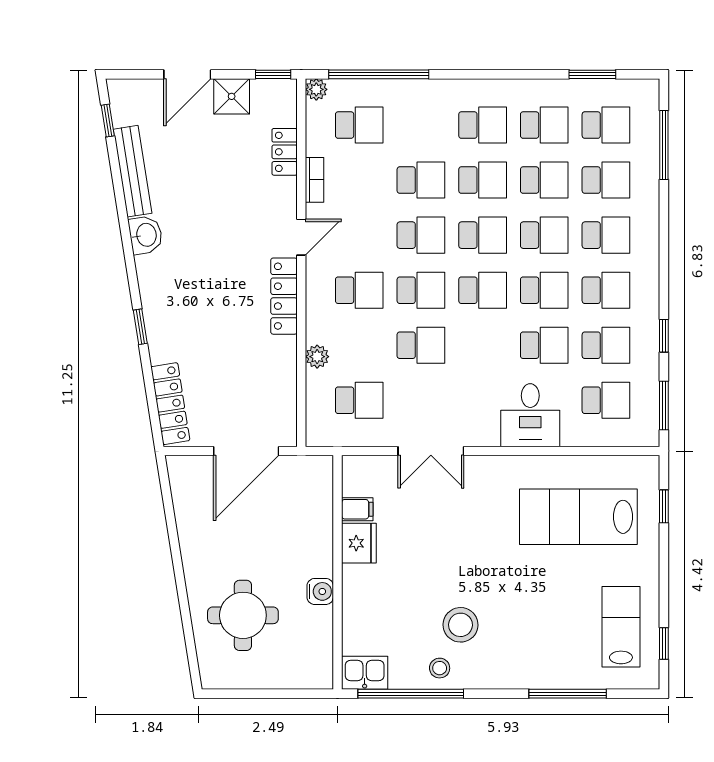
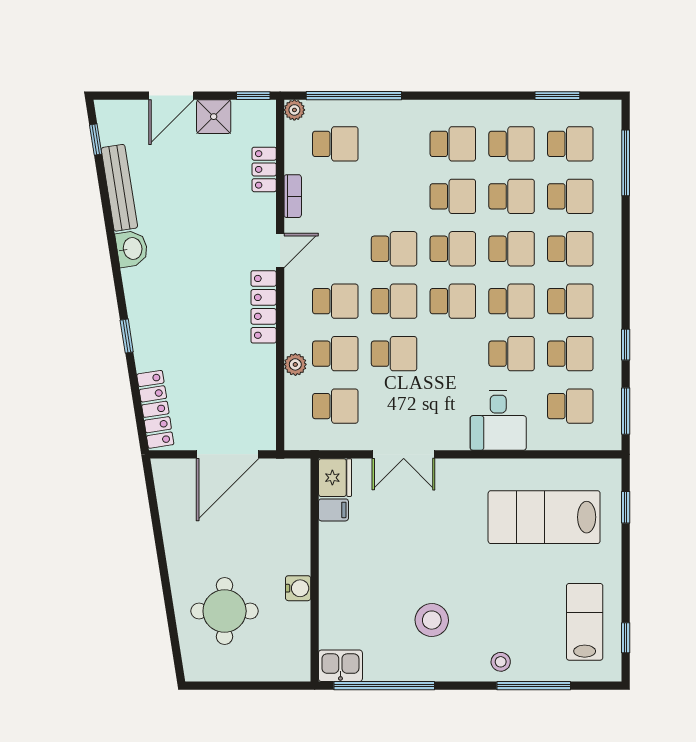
school desk: (421, 180) -> (335, 354), moved
fridge: (359, 543) -> (335, 478), moved
stool: (440, 668) -> (501, 662), moved

